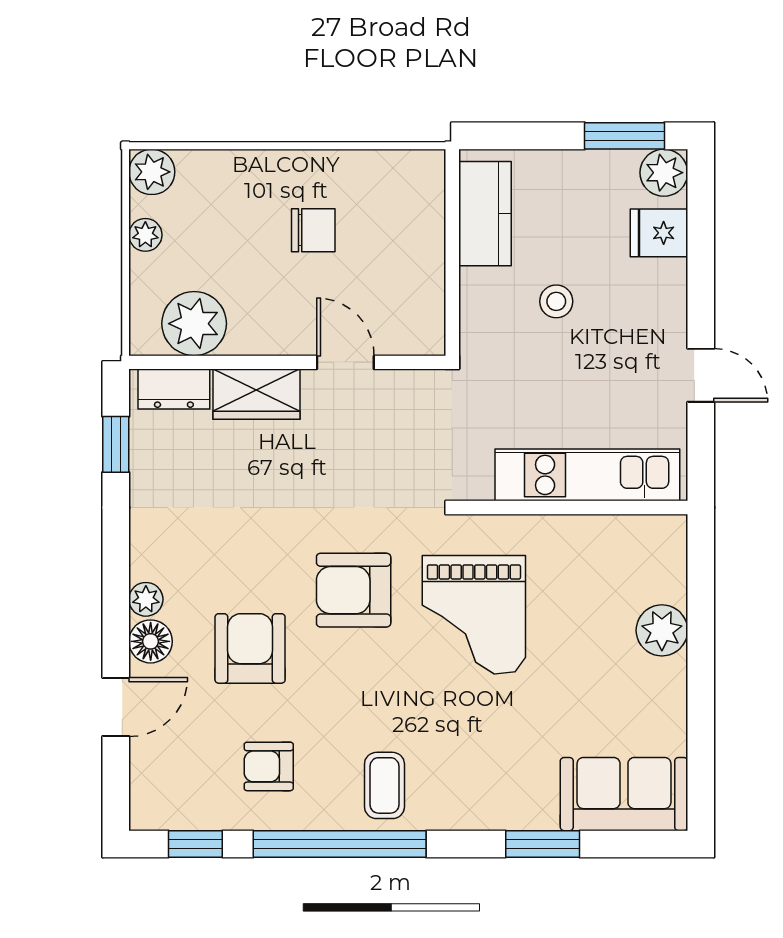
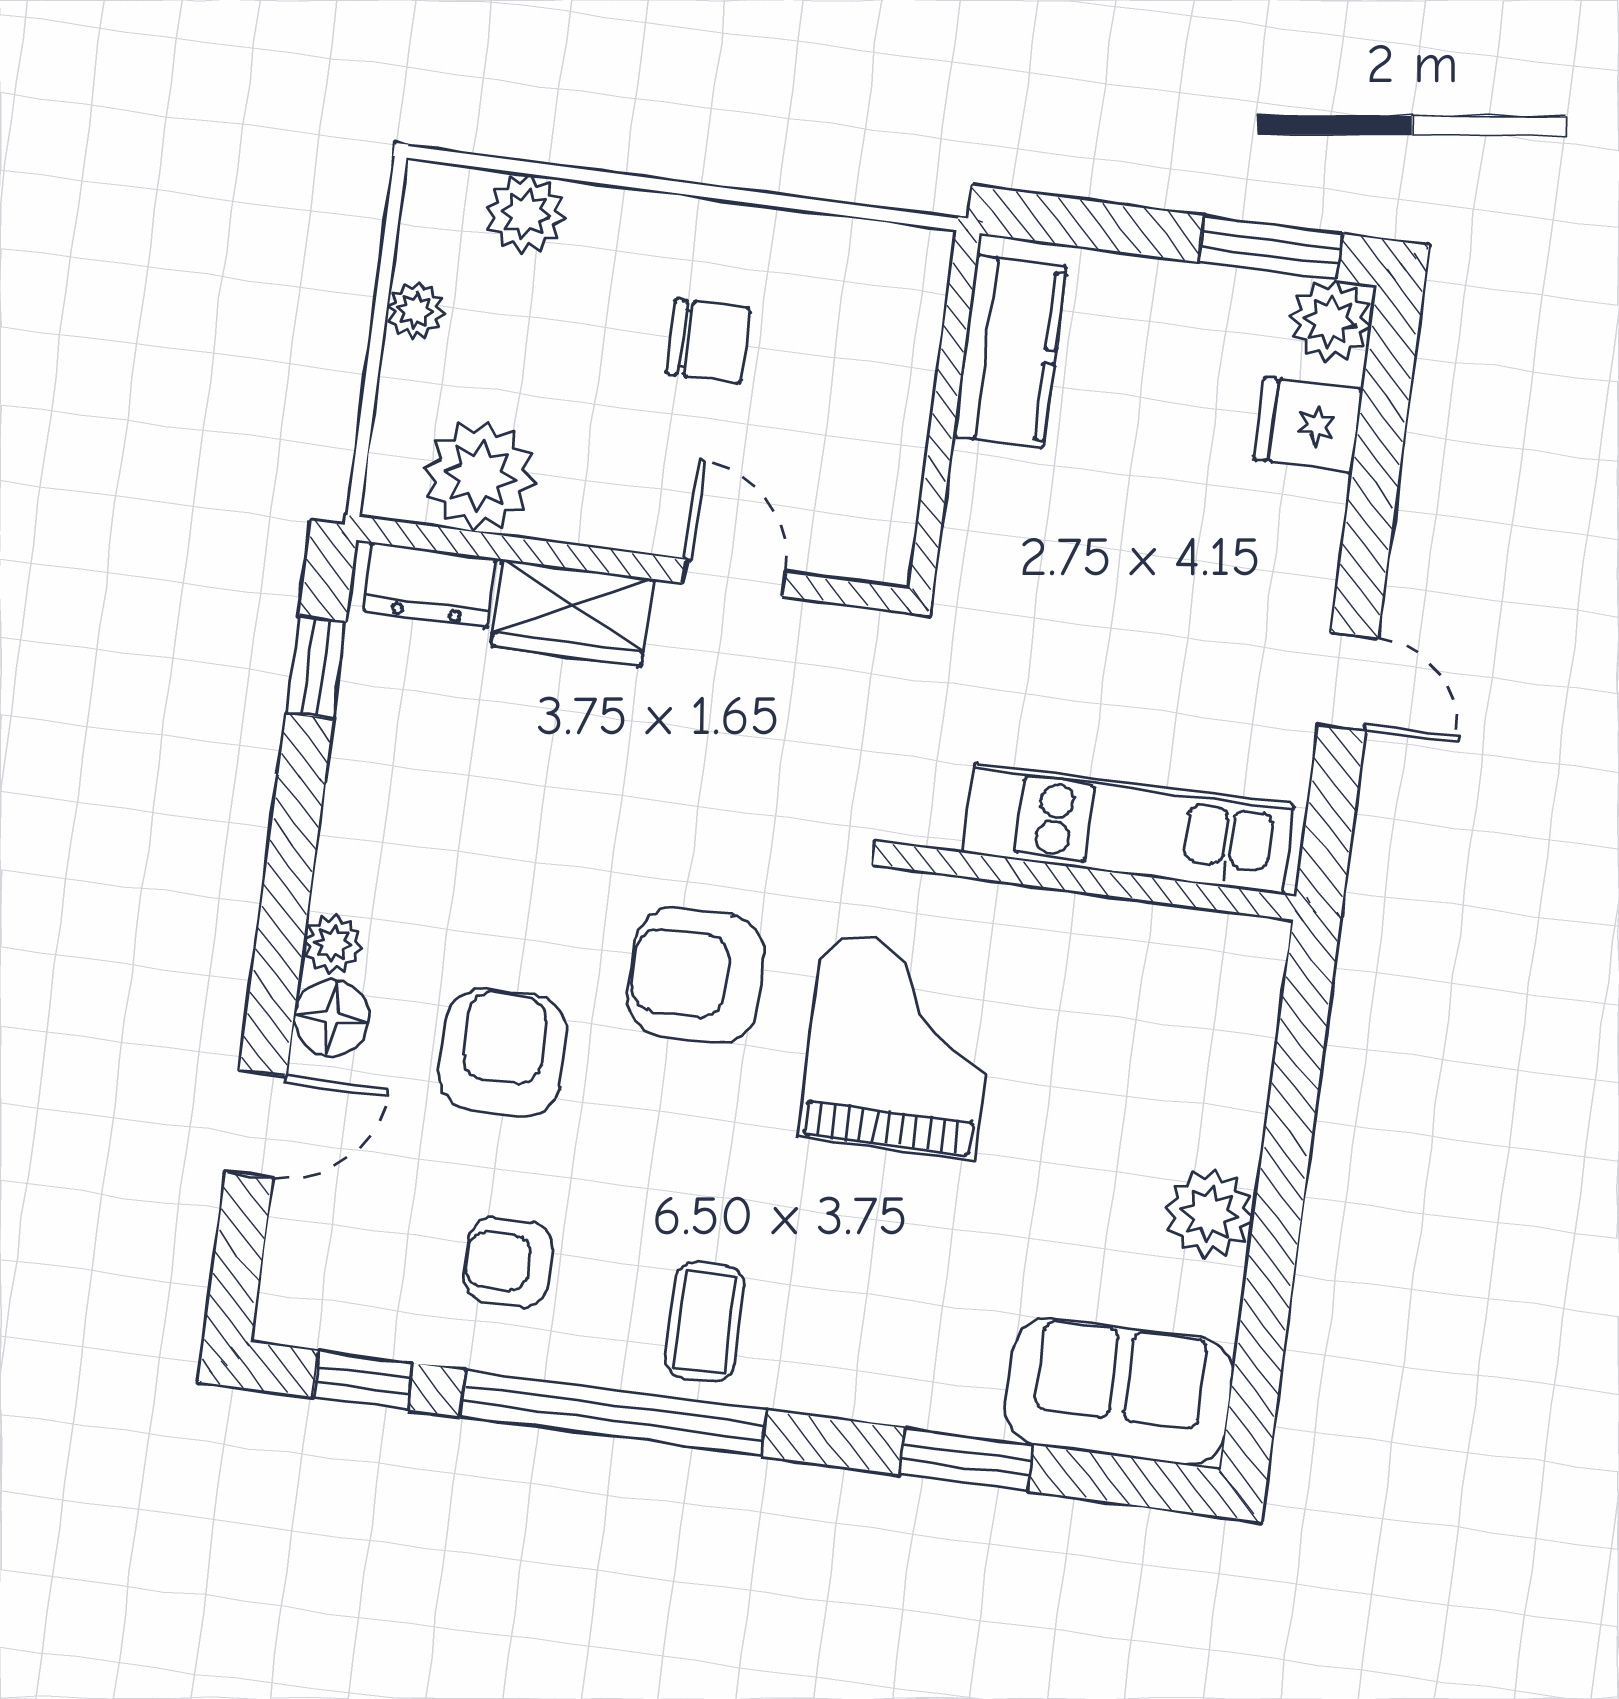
plant: (152, 172) -> (526, 214), moved
stool: (556, 301) -> (1114, 520), removed
grand piano: (474, 615) -> (899, 1046), turned 180
plant: (662, 630) -> (1209, 1214), moved

